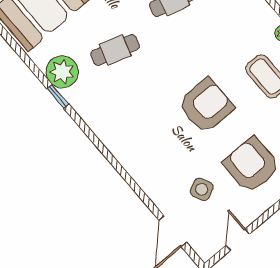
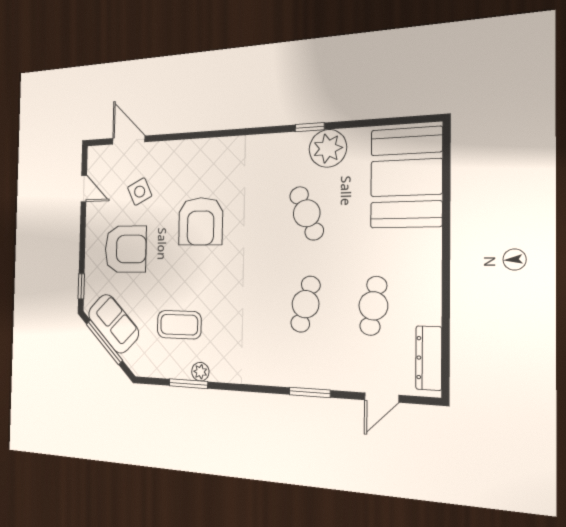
cafe table: (115, 50) -> (307, 213), turned -42
armchair: (206, 106) -> (201, 221), moved

